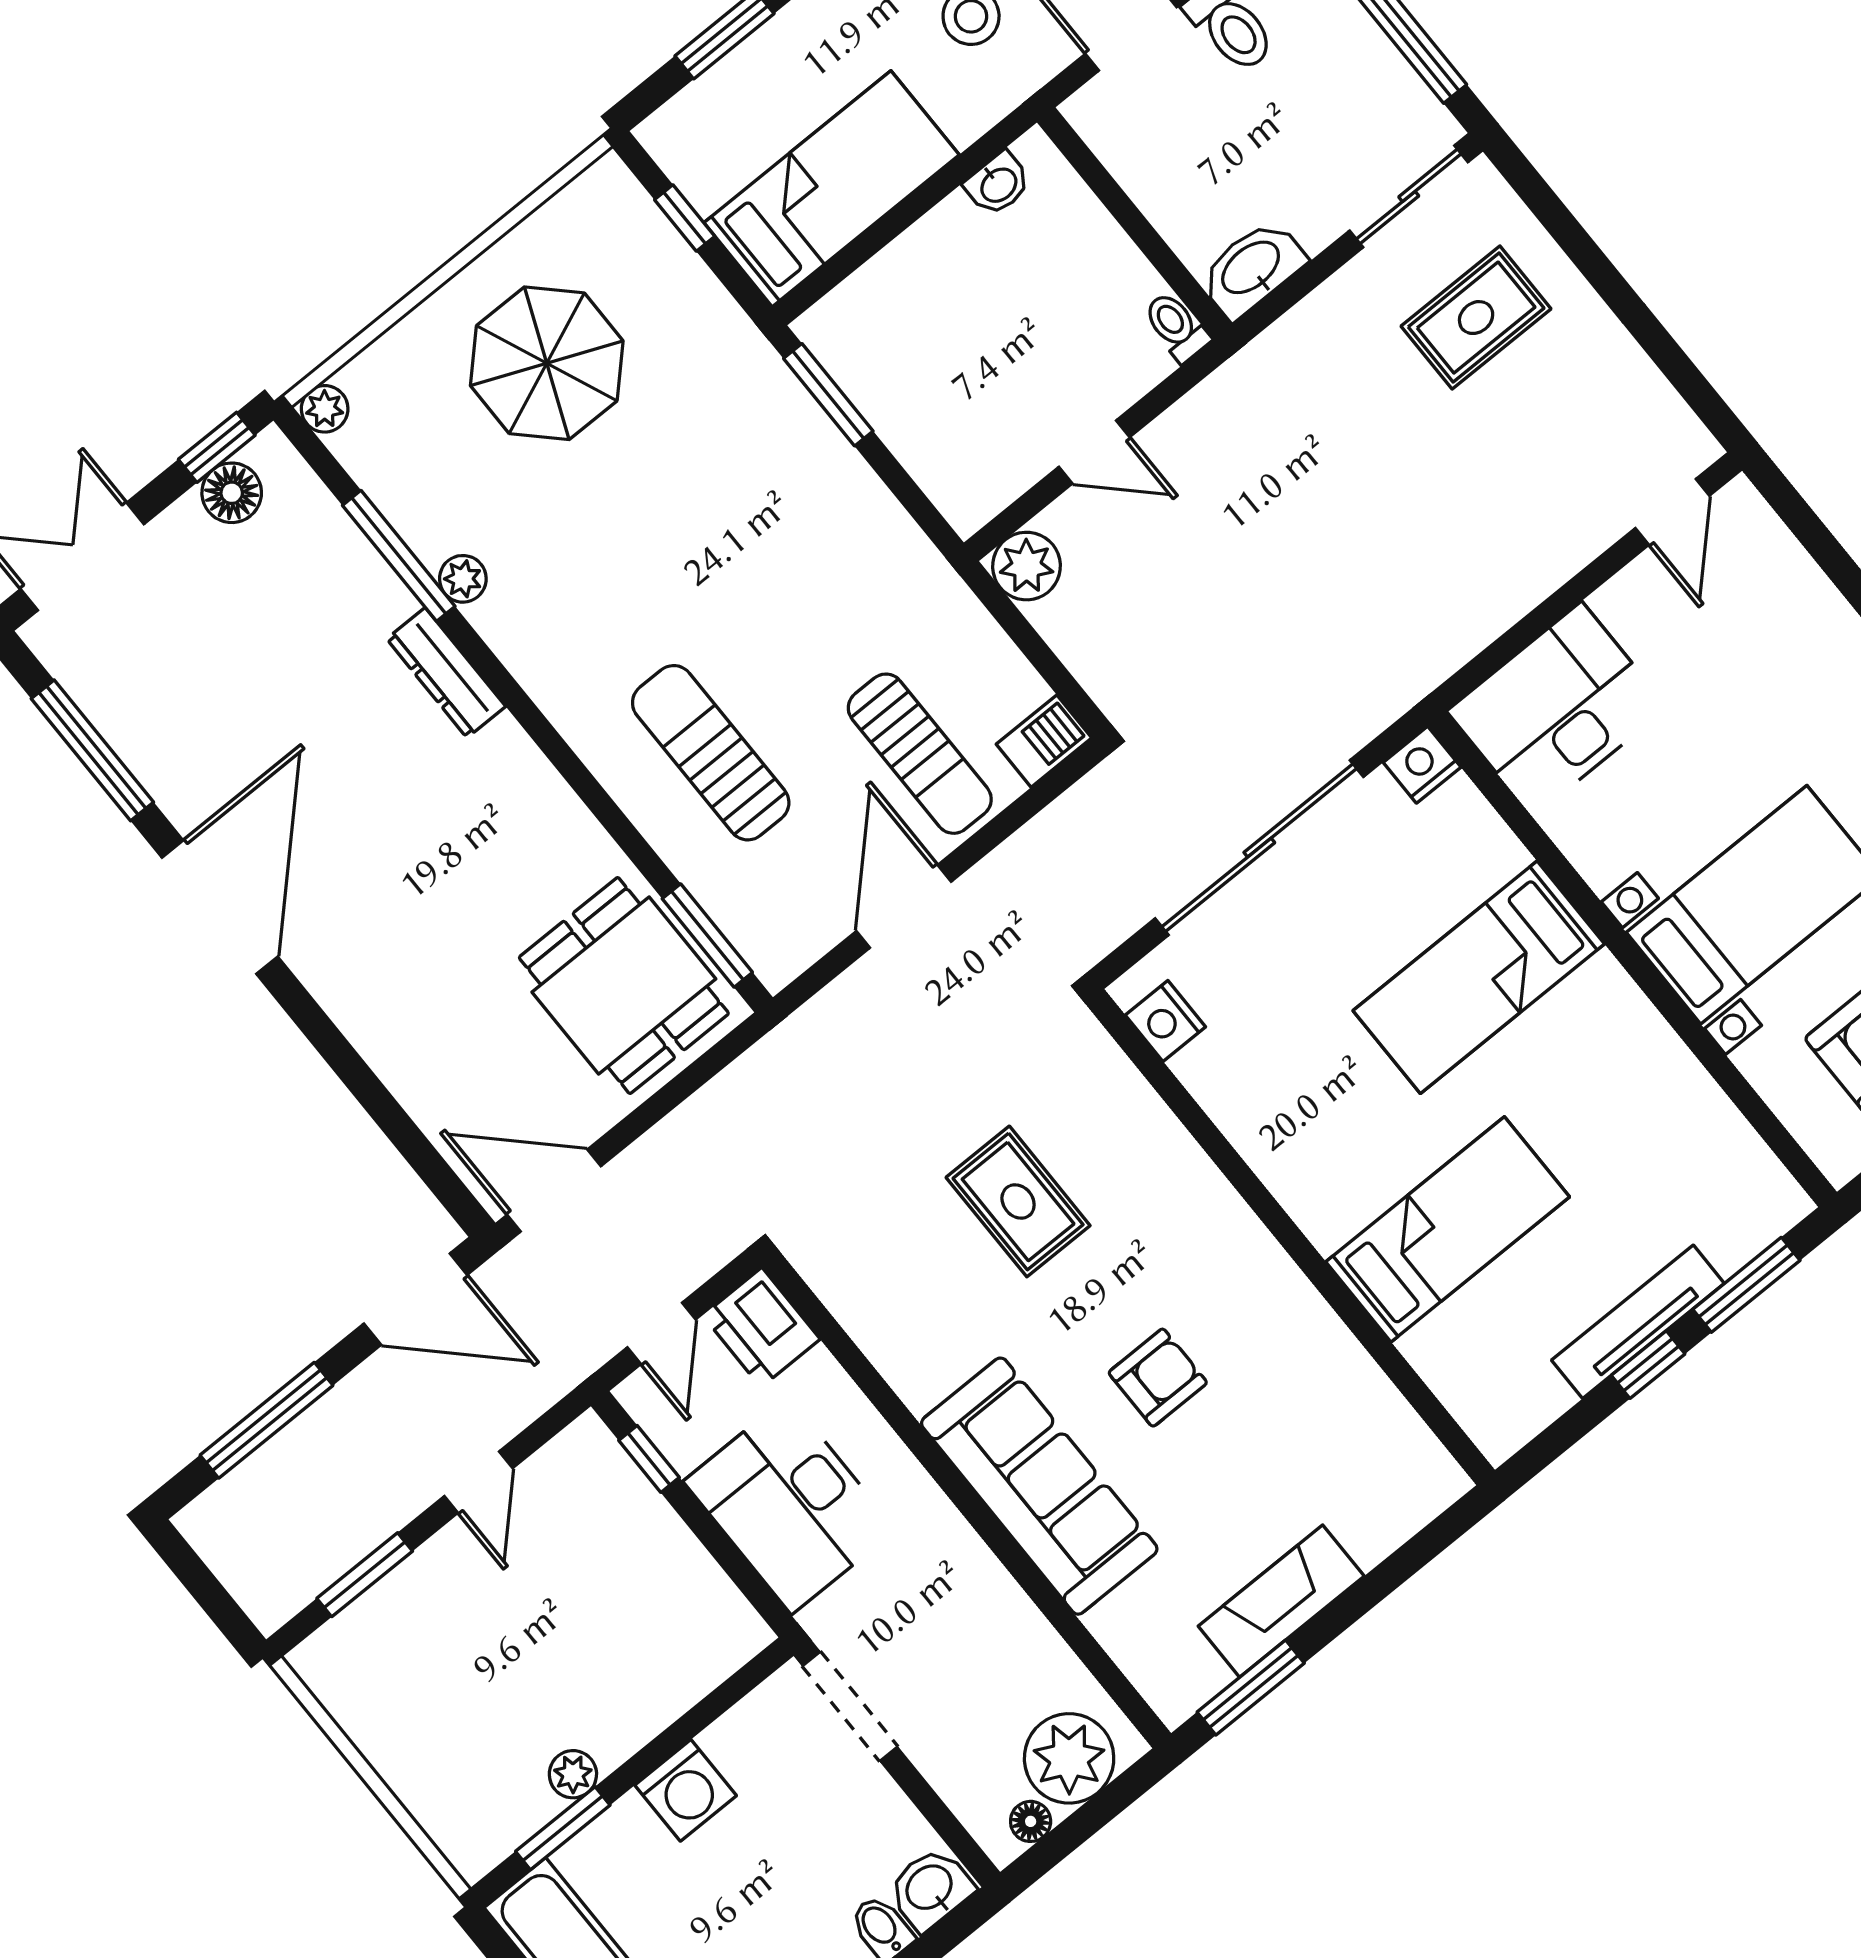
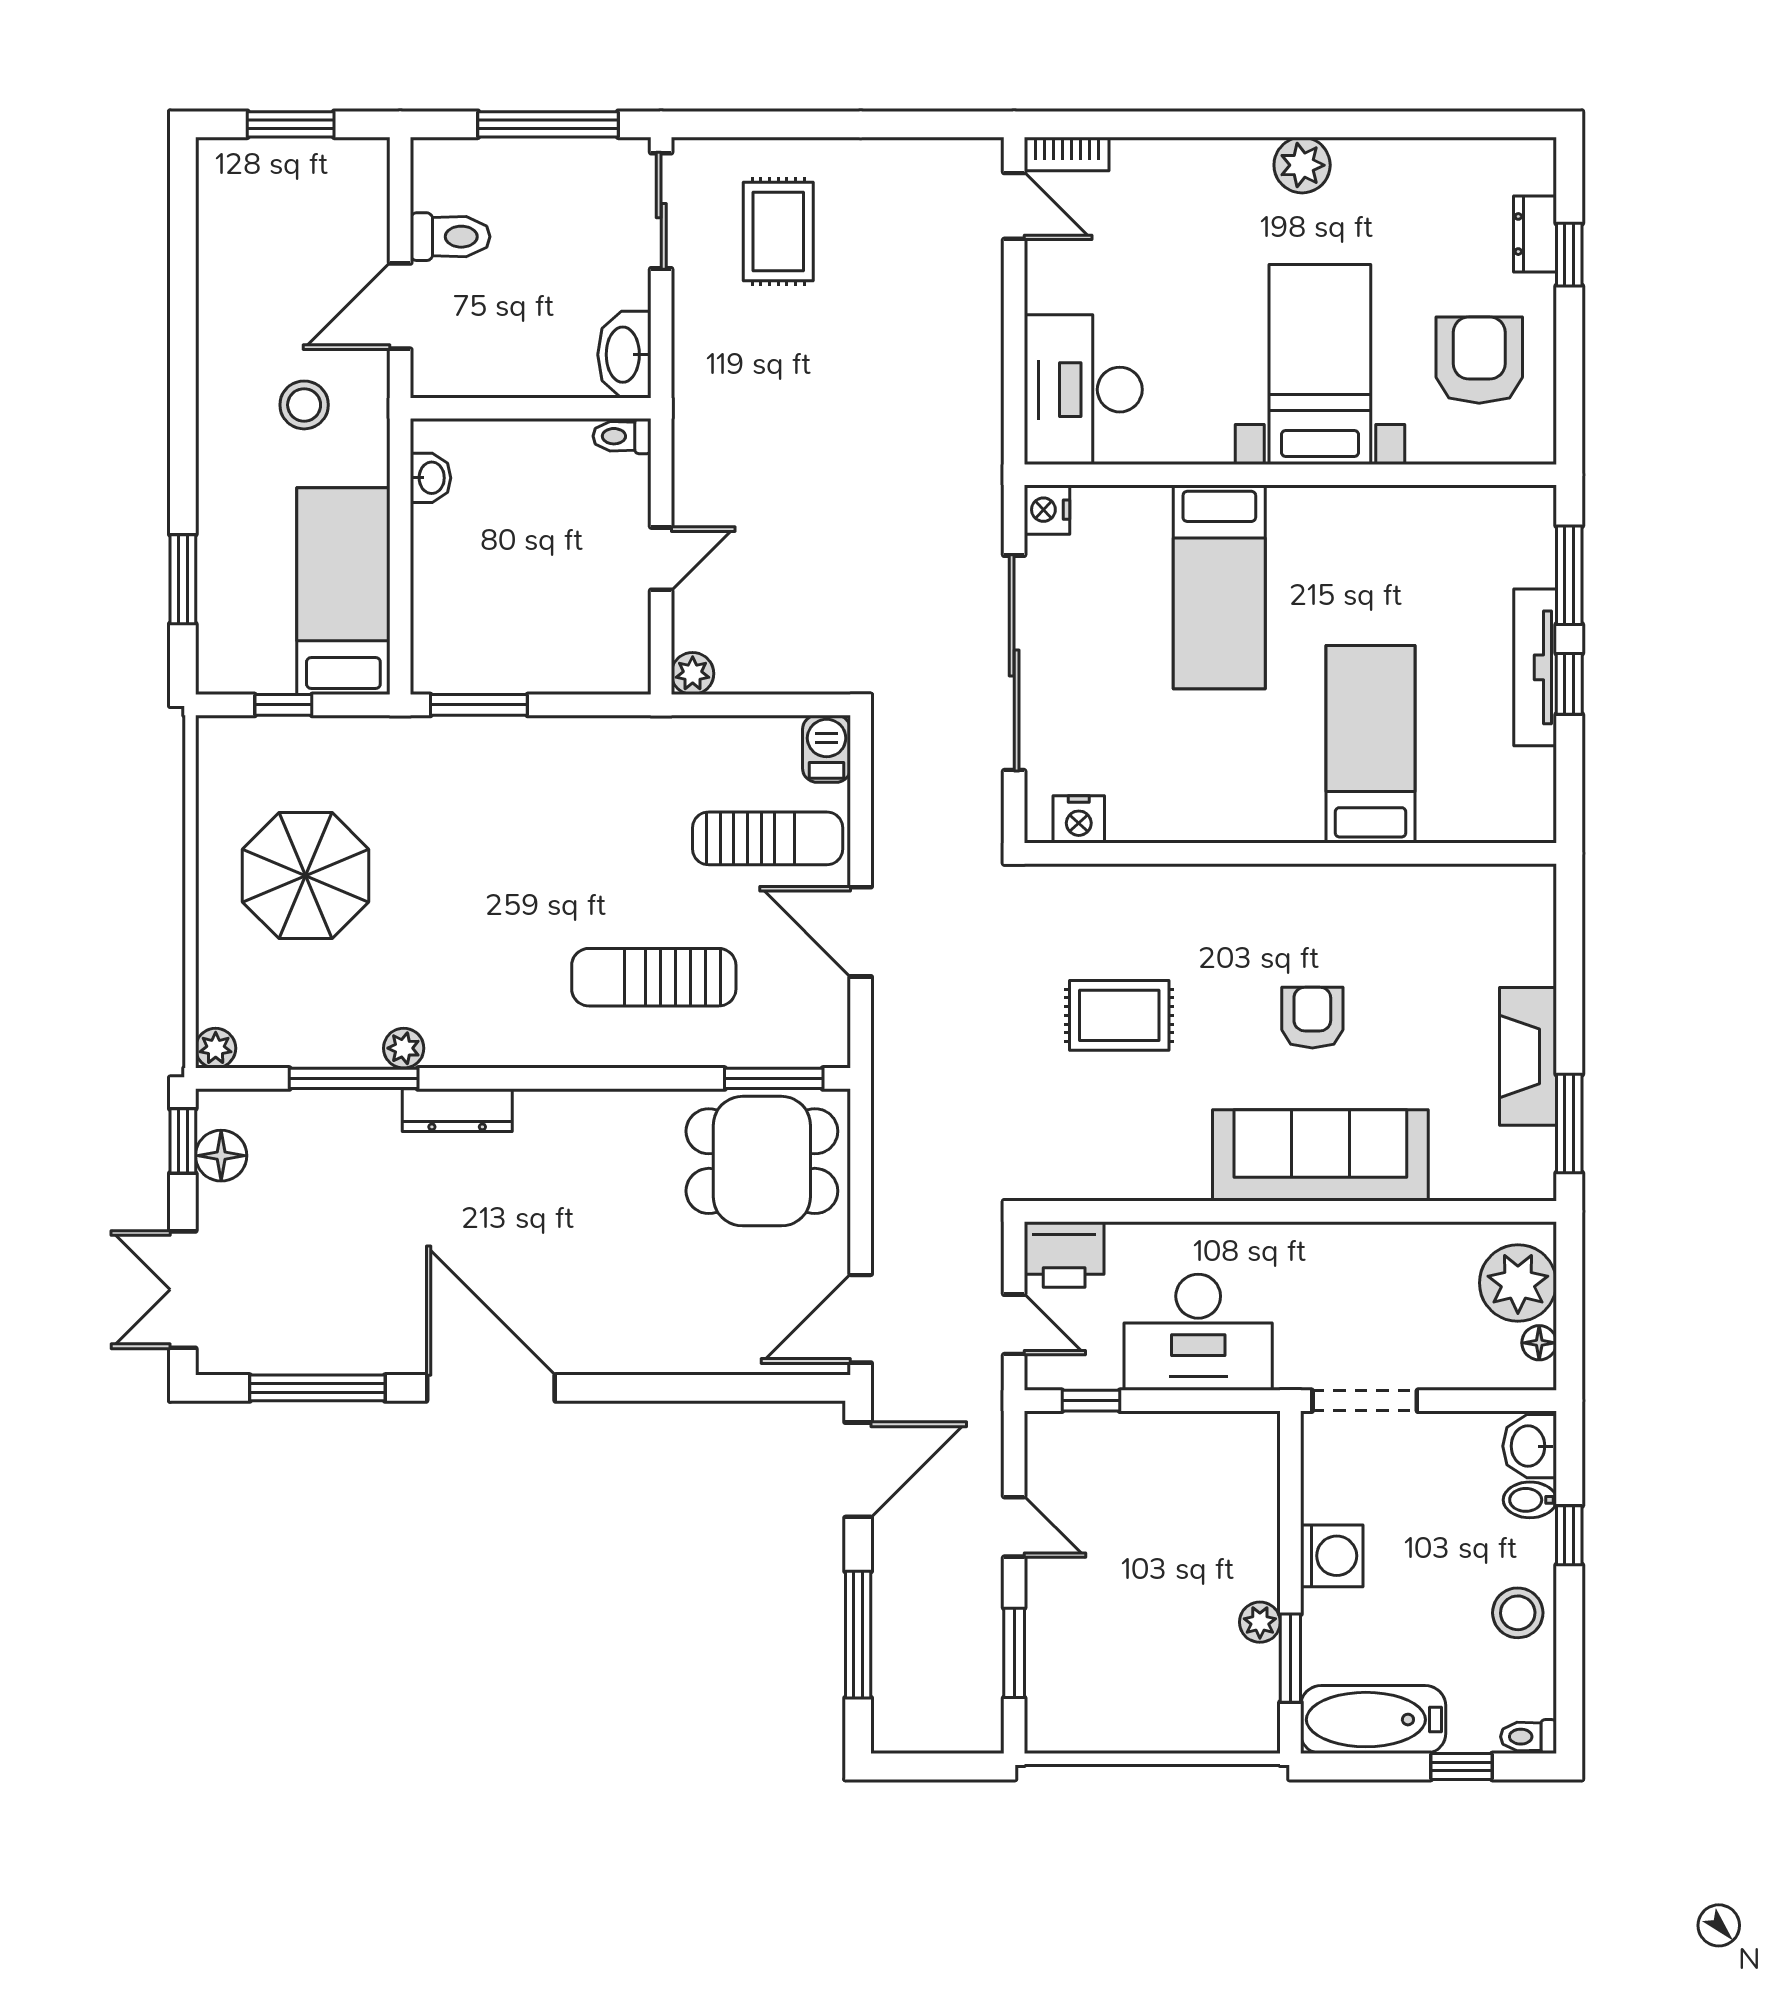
bookcase: (1758, 521) -> (1067, 154), added
plant: (1026, 566) -> (693, 674), width x0.73, depth x0.73

